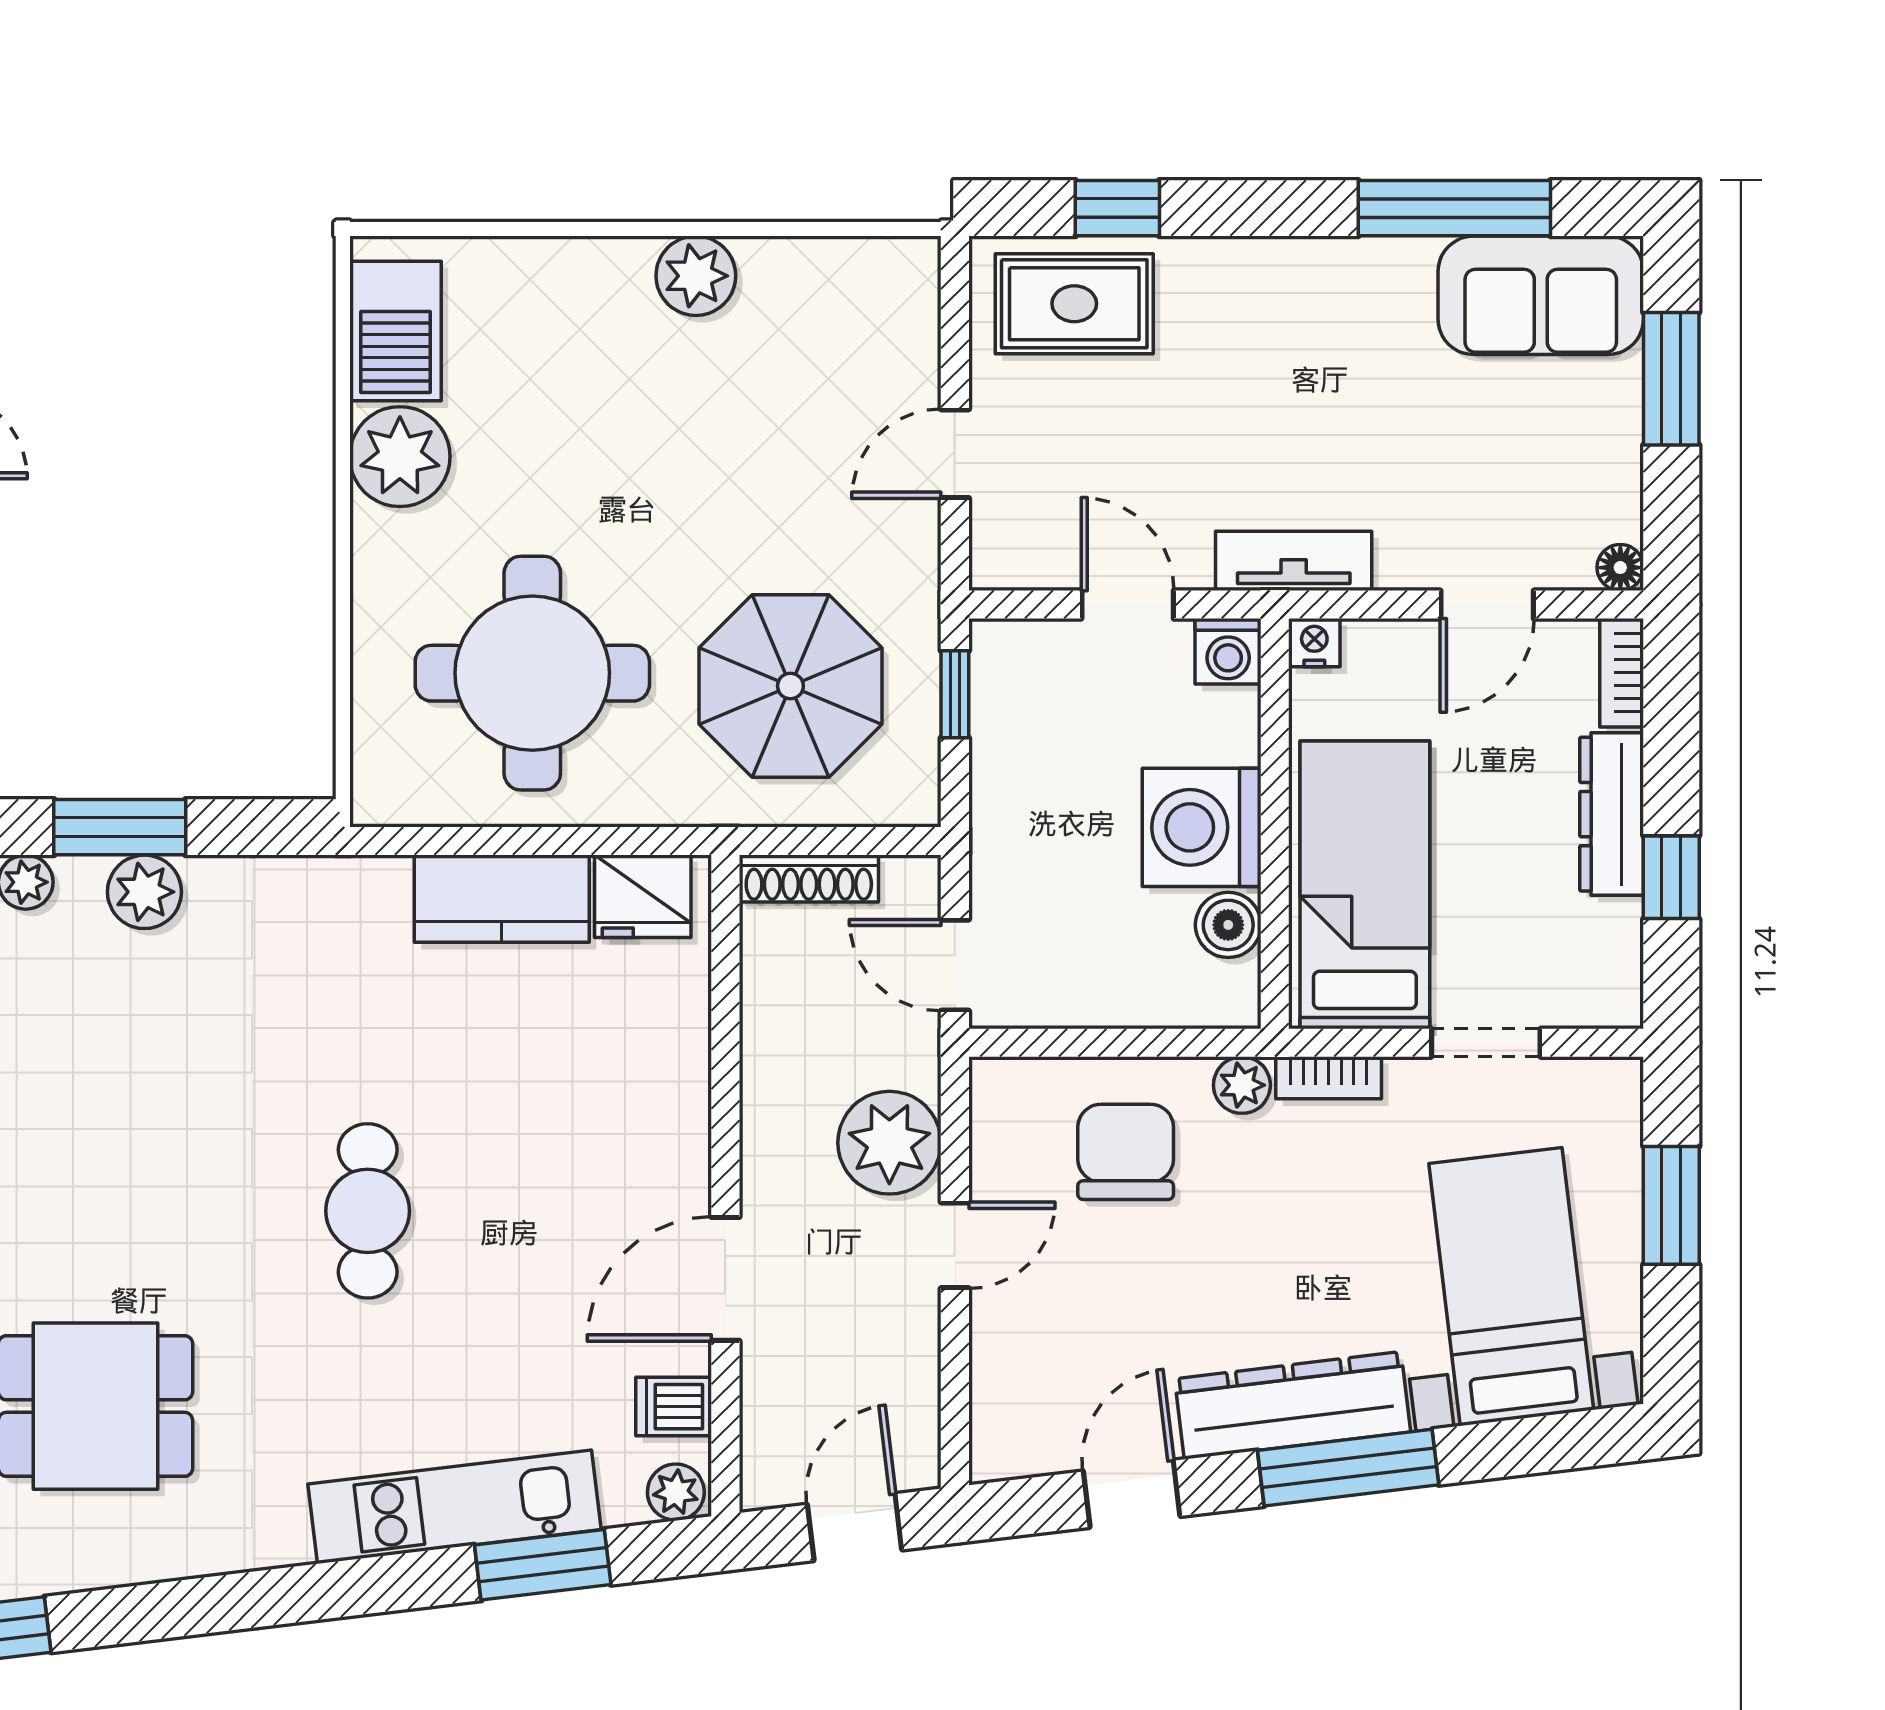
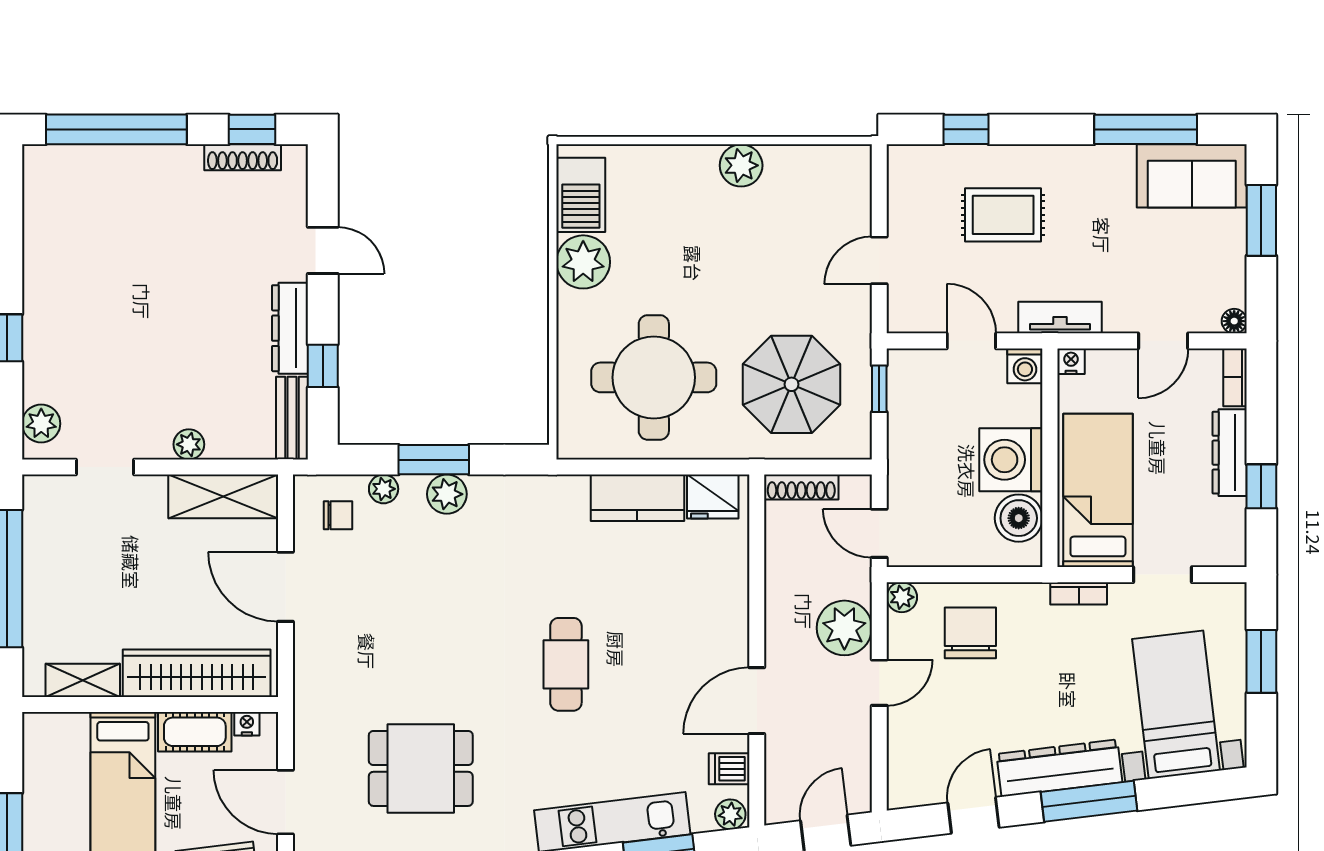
rug: (1074, 304) -> (1003, 215), moved
boiler: (1228, 925) -> (1019, 518), width x1.36, depth x1.36
plant: (1242, 1085) -> (902, 597), moved

